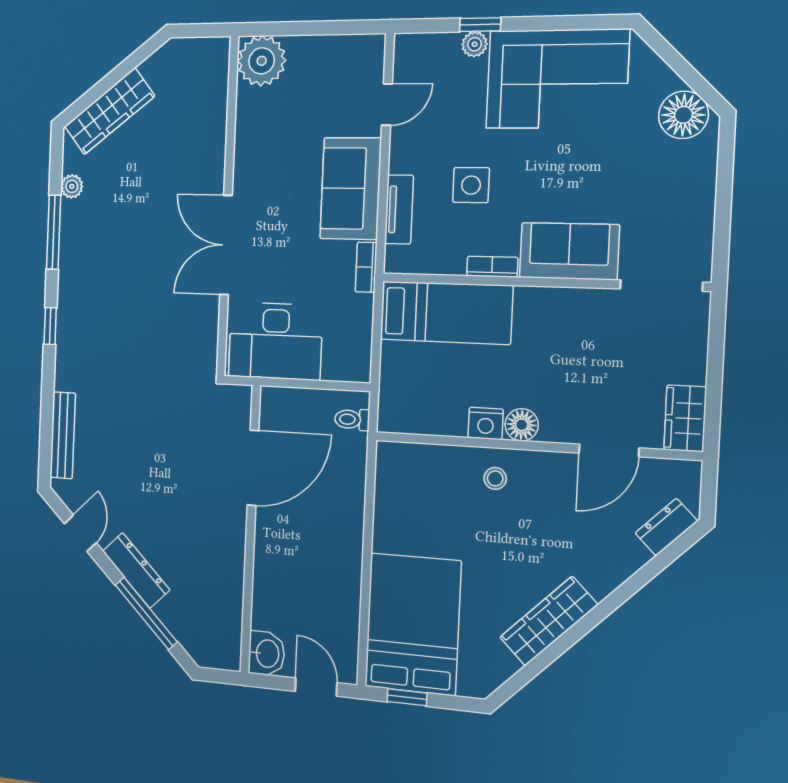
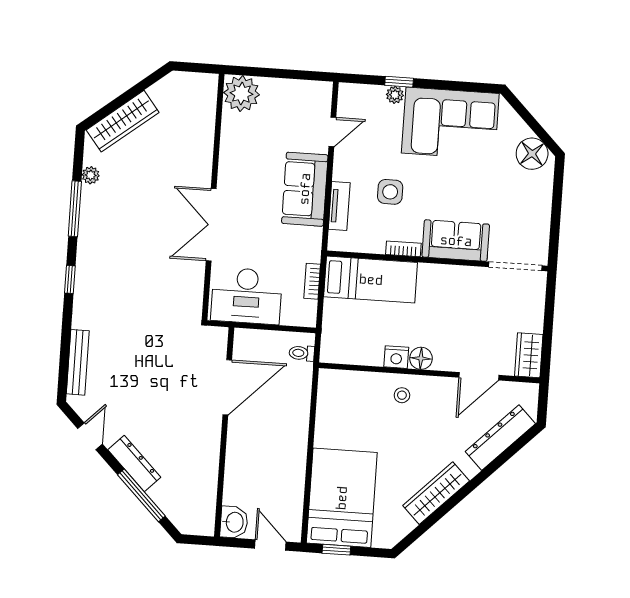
bookcase: (366, 267) -> (312, 281), moved
dresser: (666, 527) -> (500, 438), width x1.96, depth x1.24

